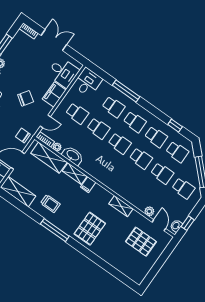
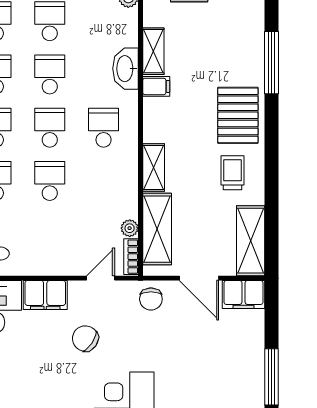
school desk: (77, 113) -> (104, 128), moved
door: (45, 121) -> (101, 278), hinge flipped
washbasin: (73, 156) -> (126, 69), moved
filing cabinet: (88, 185) -> (156, 86), moved
pallet: (90, 229) -> (238, 115), moved, turned 90
window: (55, 230) -> (271, 63), moved

